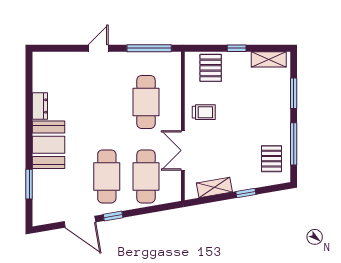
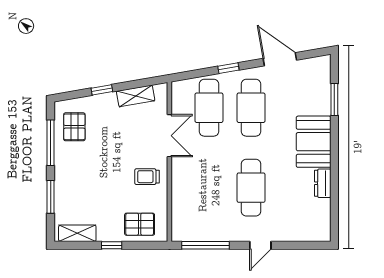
pallet: (211, 68) -> (140, 224), turned 90
cafe table: (146, 102) -> (251, 188), moved
window: (113, 216) -> (228, 68), moved

